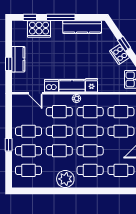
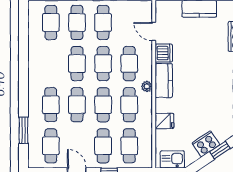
fridge: (92, 85) -> (164, 121), moved
door: (35, 93) -> (154, 31), hinge flipped
plant: (65, 179) -> (39, 72), removed
window: (109, 191) -> (23, 130), added

